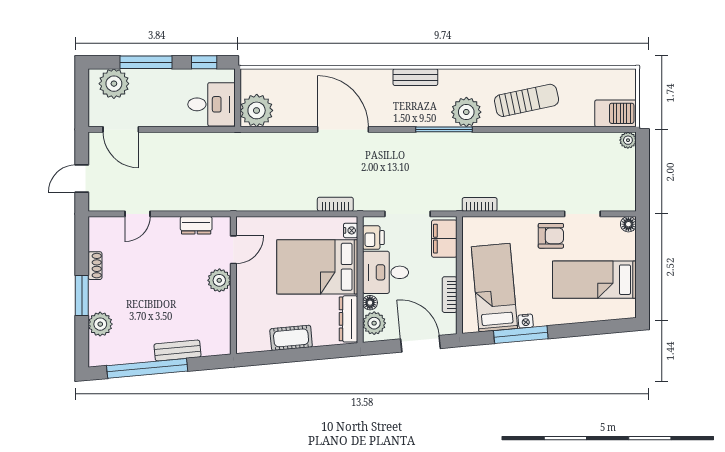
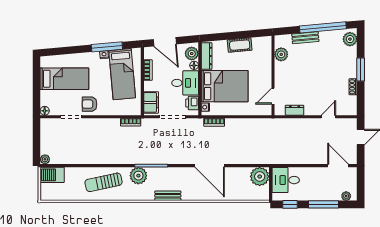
plant: (114, 84) -> (346, 196), width x0.53, depth x0.53
plant: (219, 280) -> (281, 54), moved
plant: (100, 324) -> (350, 39), moved

